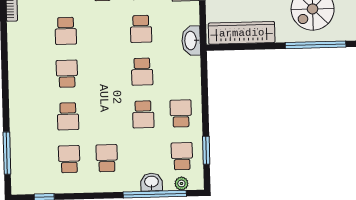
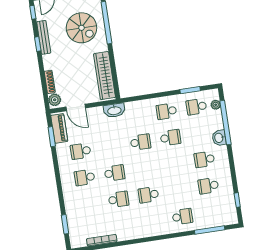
school desk: (141, 29) -> (115, 173), moved
school desk: (68, 116) -> (182, 217), moved
washbasin: (151, 182) -> (219, 138), moved

